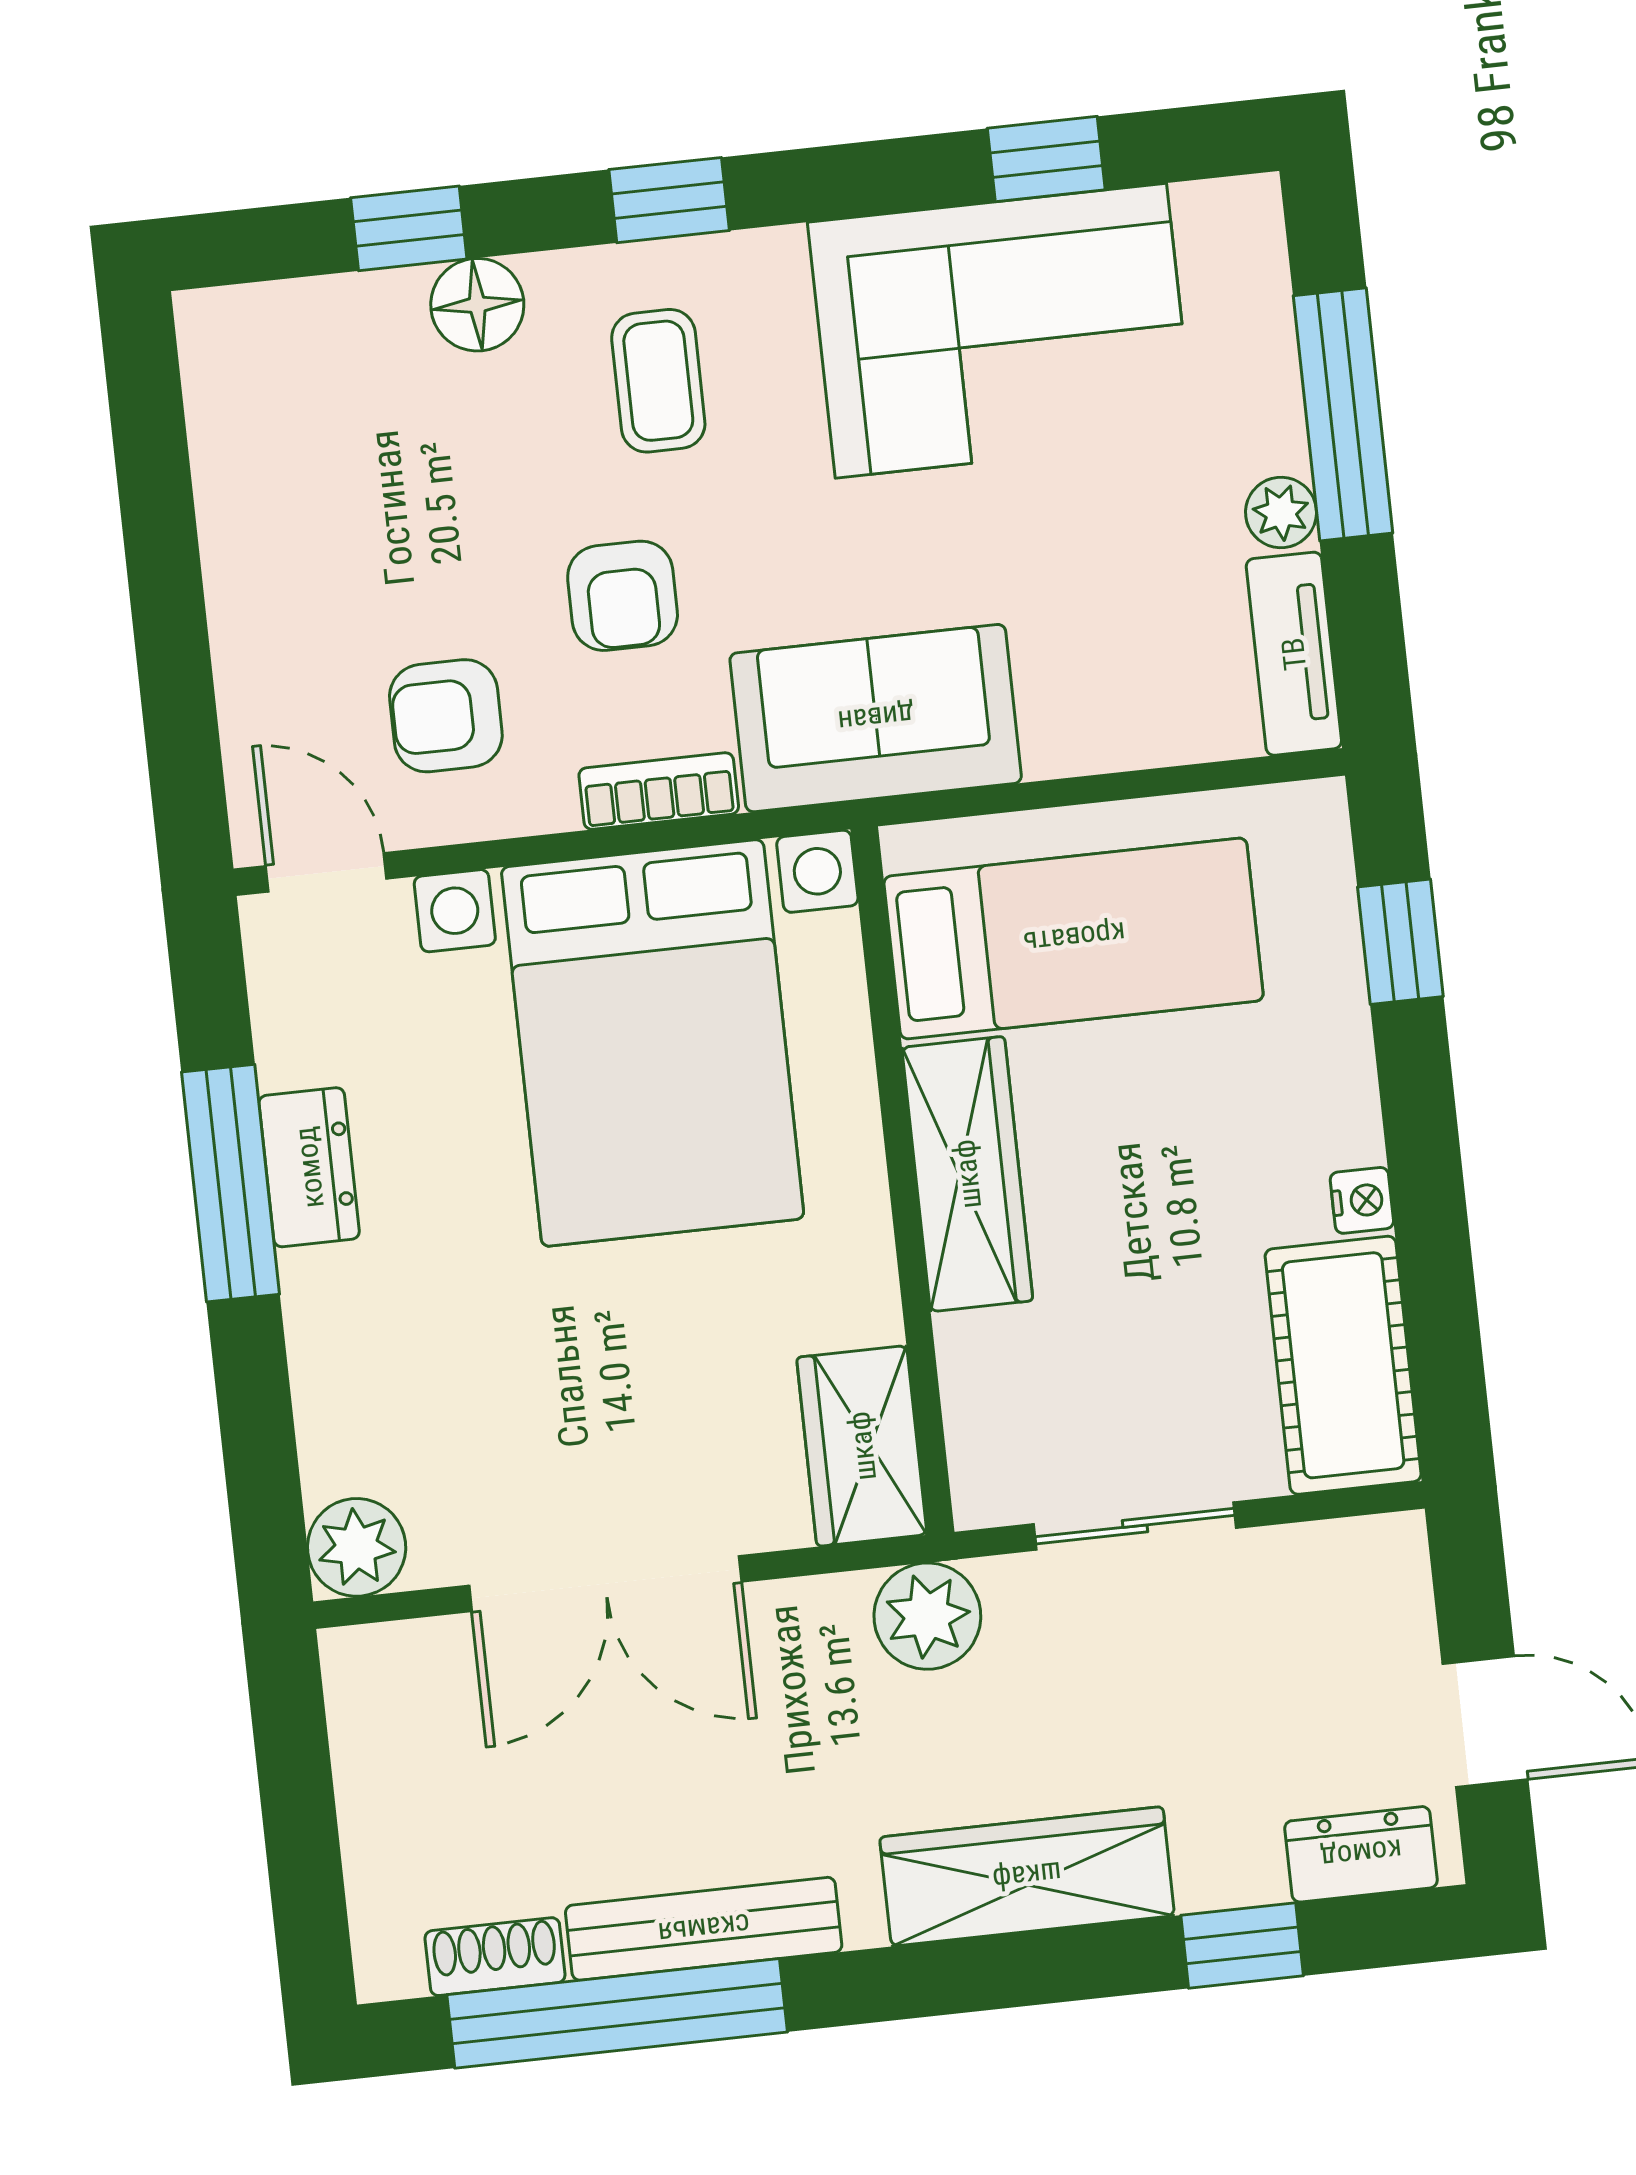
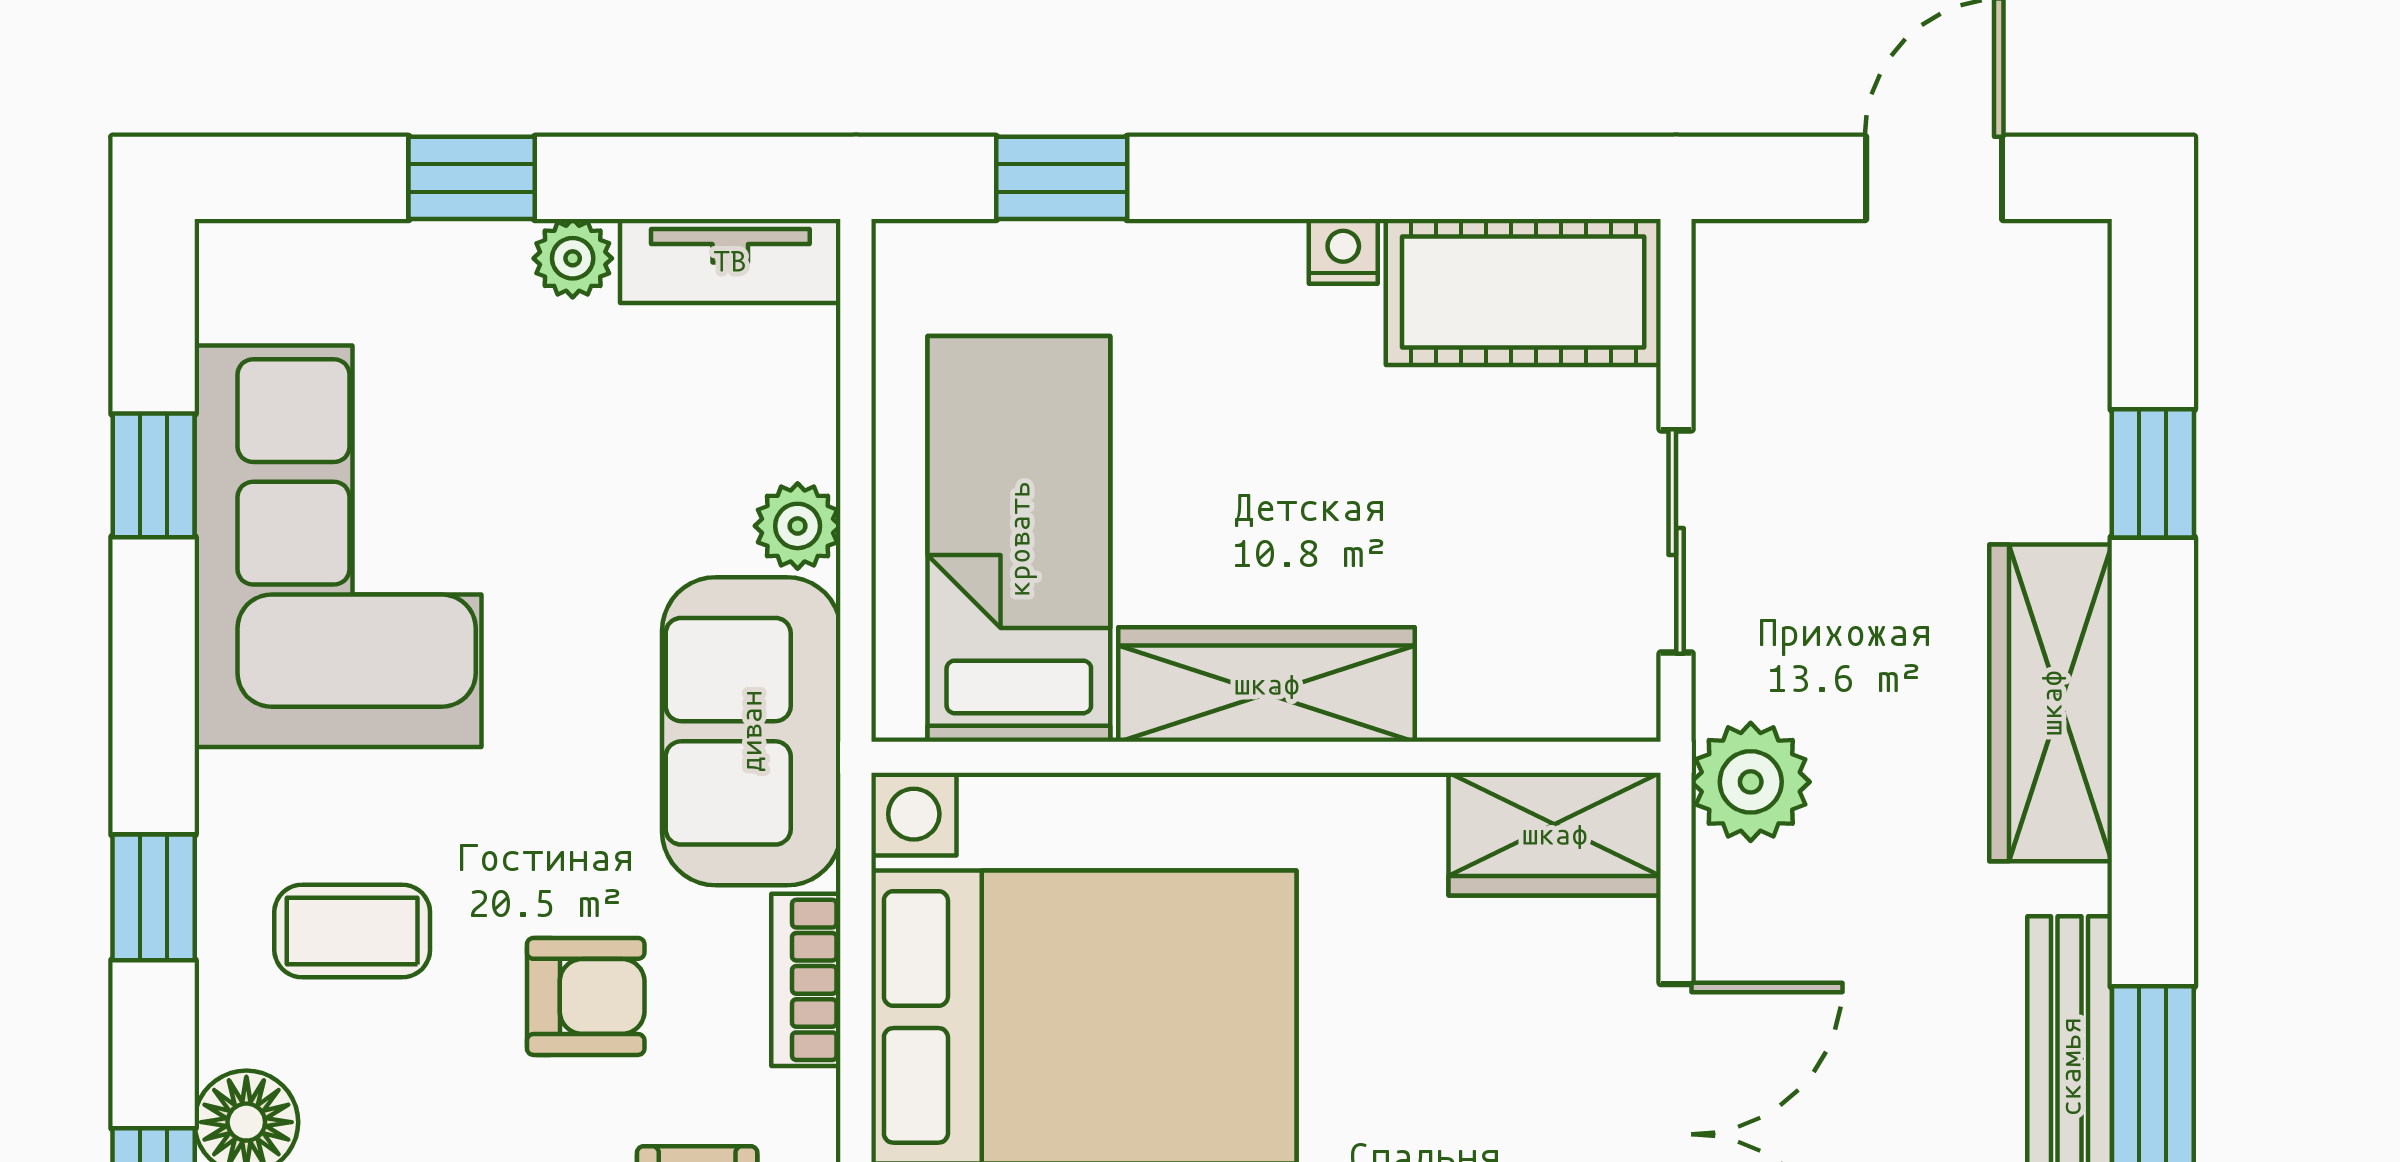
window: (1343, 414) -> (472, 178), width x0.46
plant: (1064, 739) -> (798, 526), added
dresser: (1361, 1854) -> (2066, 331), removed

